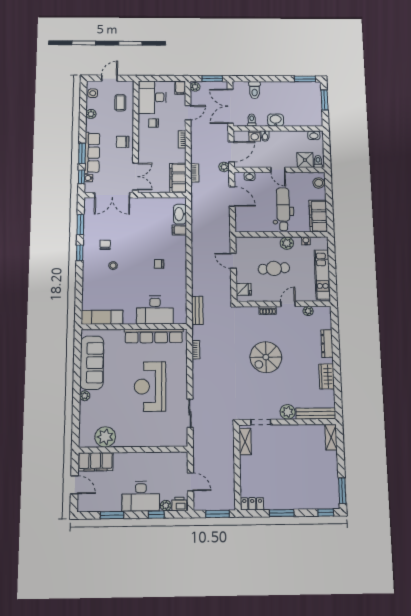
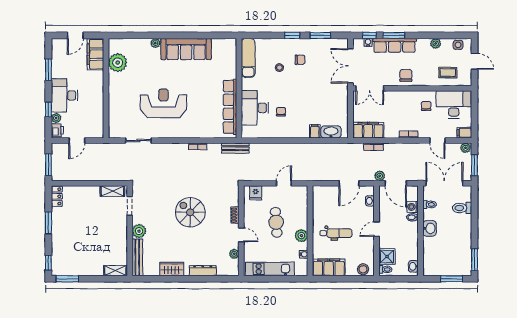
dental chair: (283, 209) -> (336, 233), width x0.73, depth x0.72
desk: (155, 310) -> (255, 108), moved
exam couch: (102, 317) -> (248, 58), moved
wall: (134, 327) -> (239, 88), moved
row of seats: (154, 336) -> (230, 107), moved

